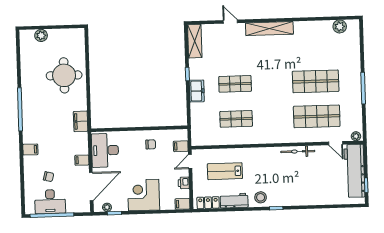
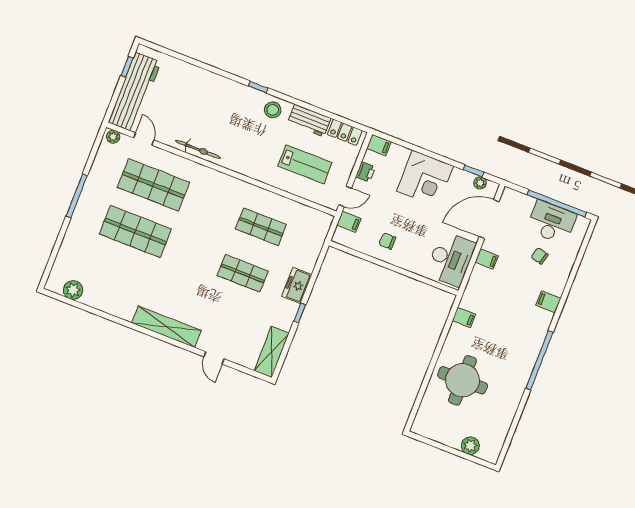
filing cabinet: (81, 121) -> (464, 317), width x0.50

